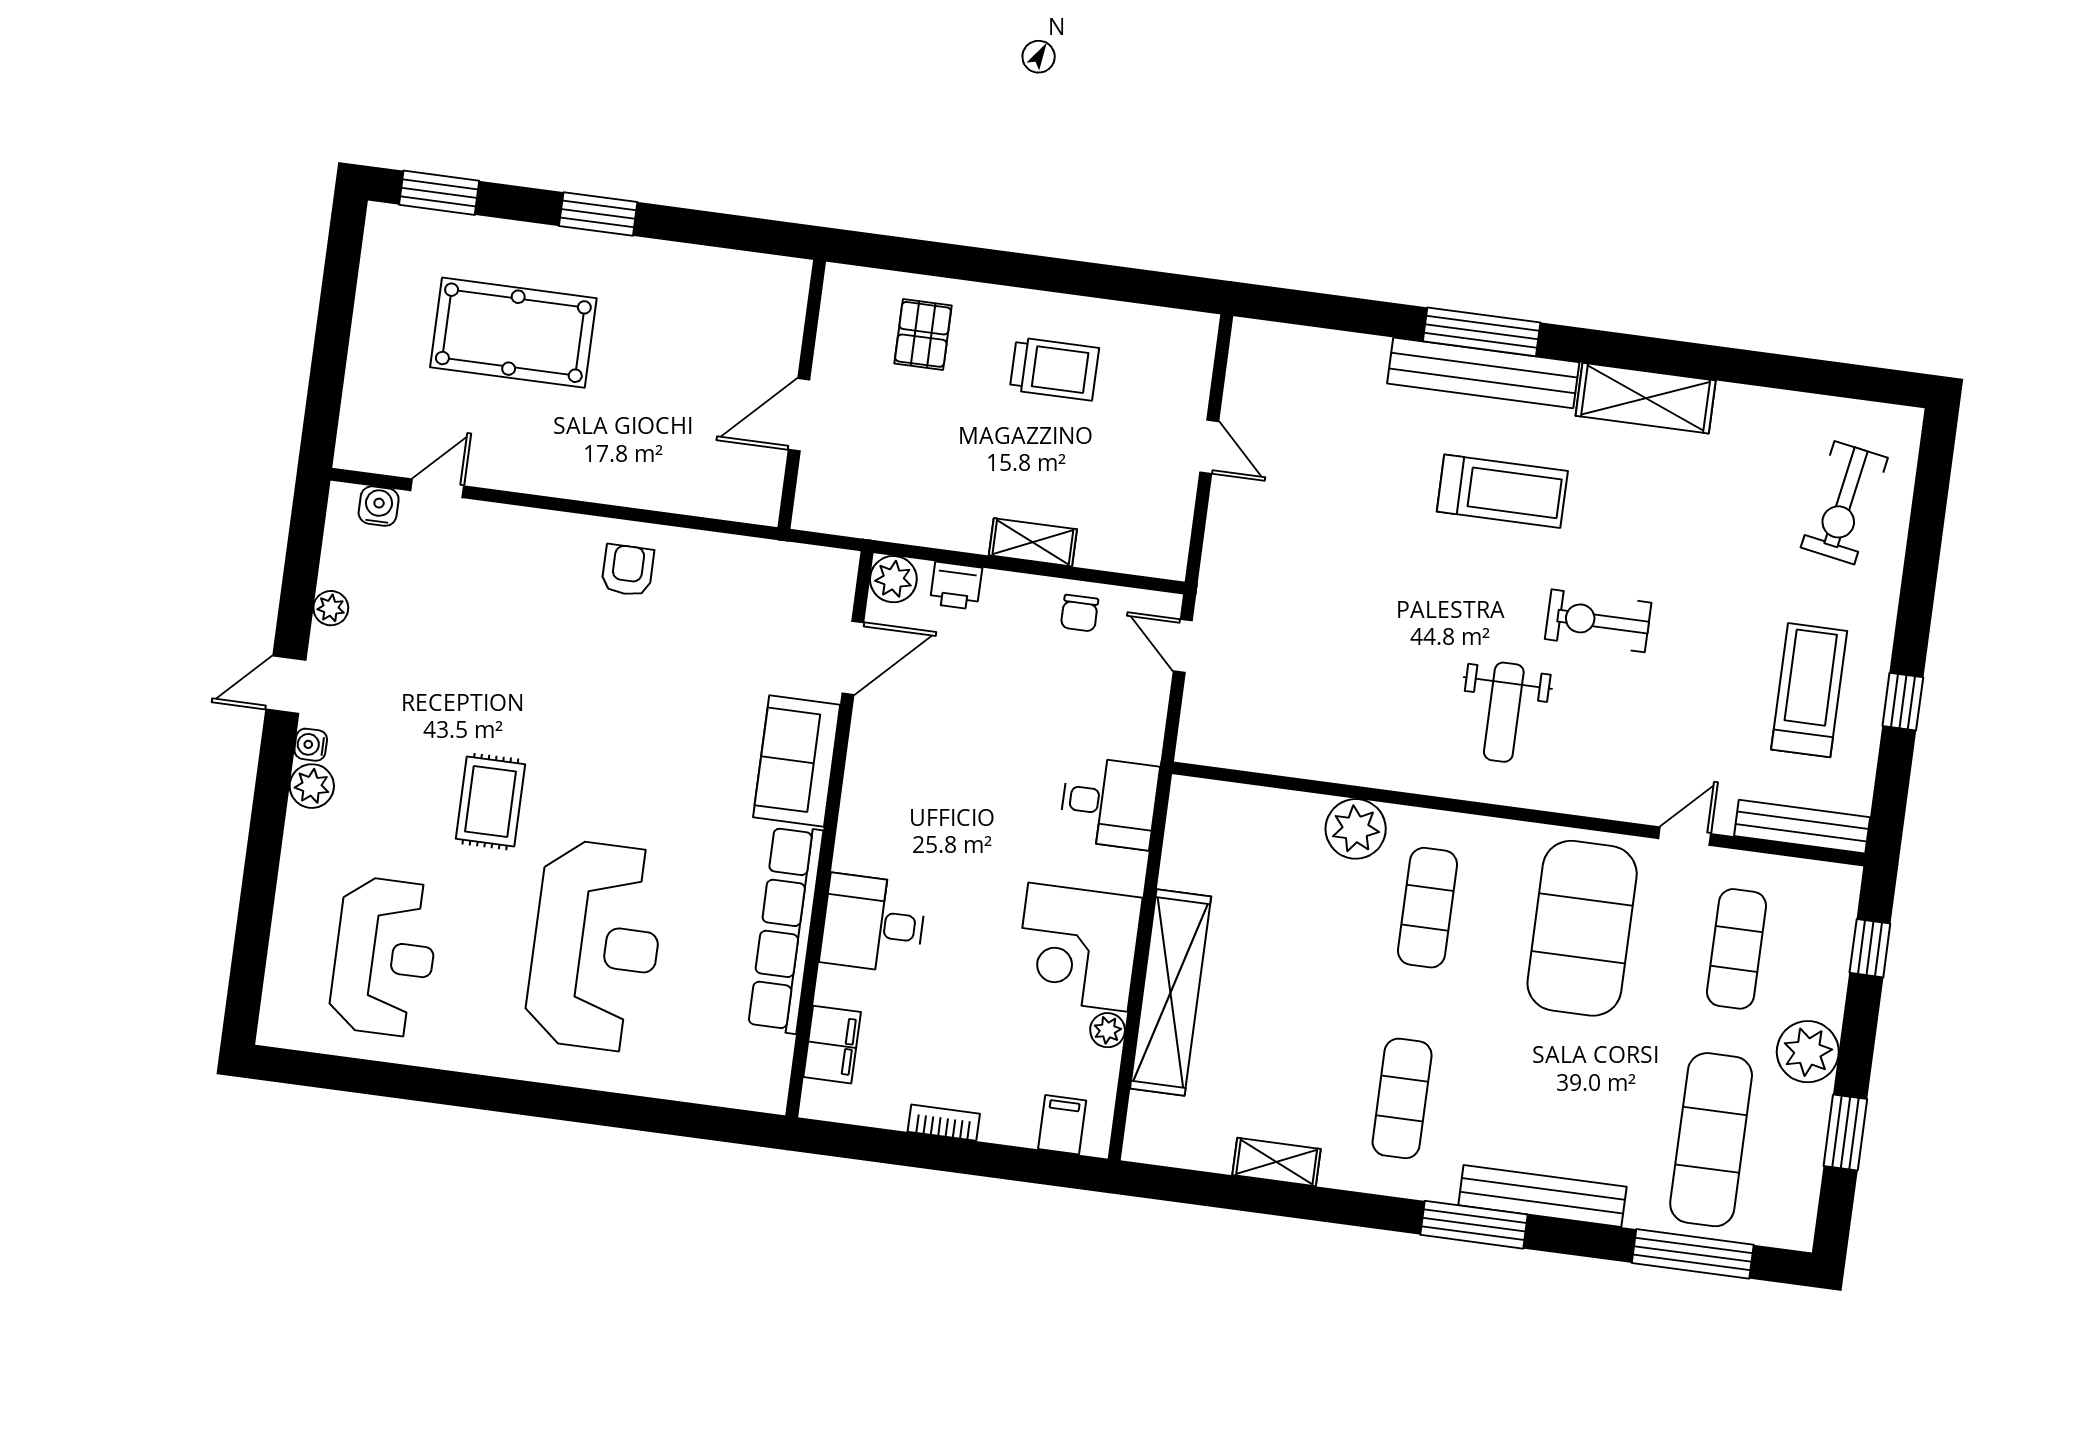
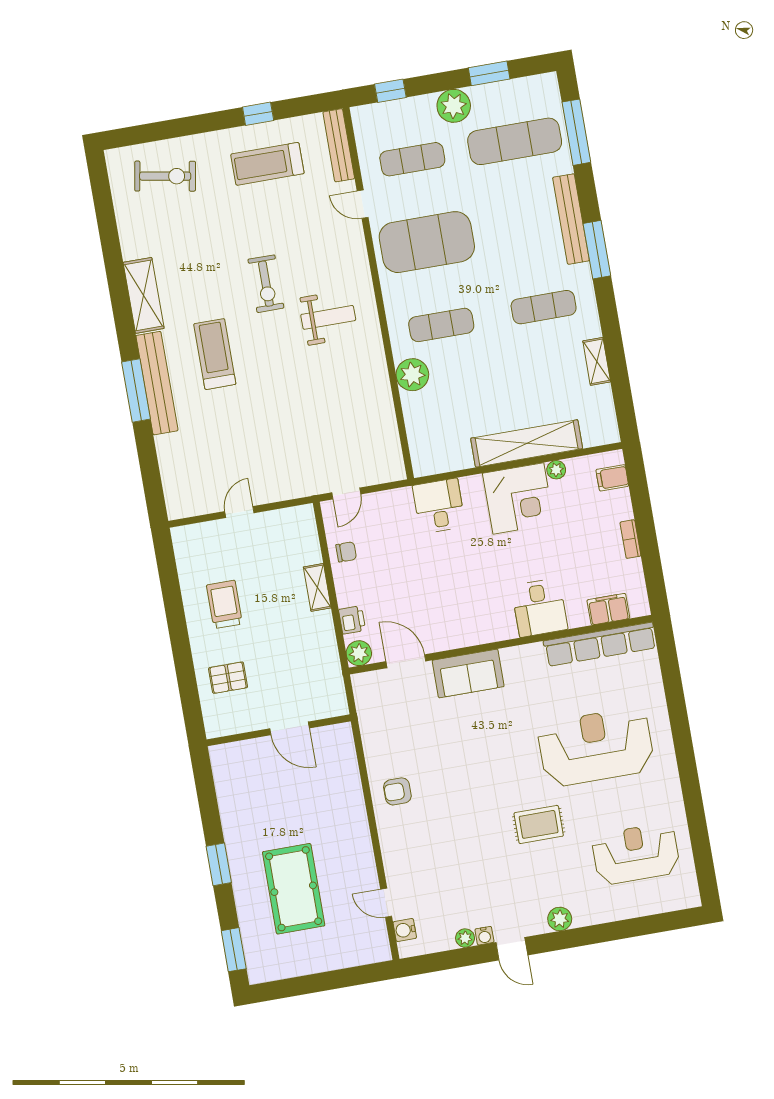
water cooler: (311, 745) -> (484, 936), moved
row of seats: (786, 929) -> (600, 644), moved

